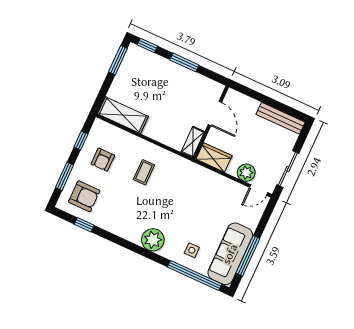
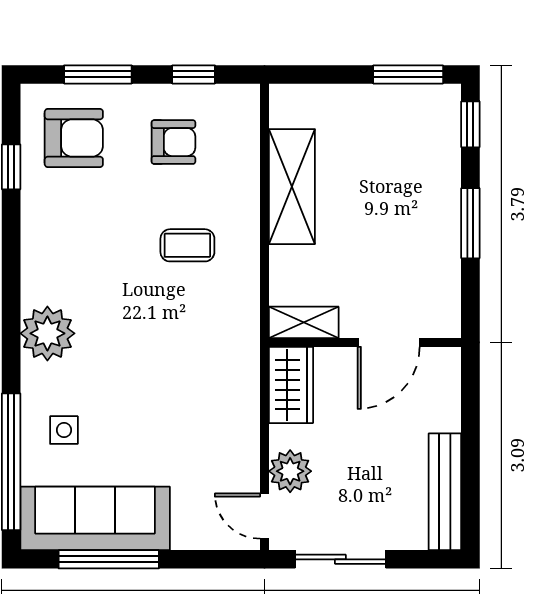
shelving: (123, 115) -> (292, 187), moved
armchair: (103, 160) -> (173, 142), turned 180
armchair: (84, 196) -> (74, 138), turned -90

